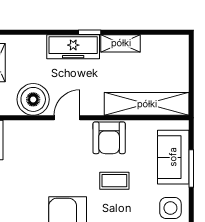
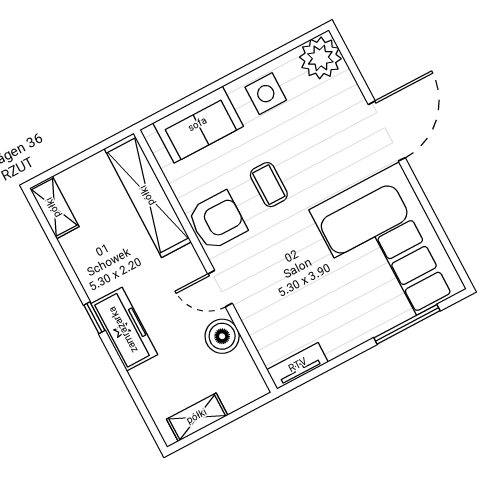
shelving: (121, 43) -> (54, 207), moved
boiler: (33, 99) -> (222, 336), width x0.73, depth x0.73
window: (191, 168) -> (201, 94), removed

